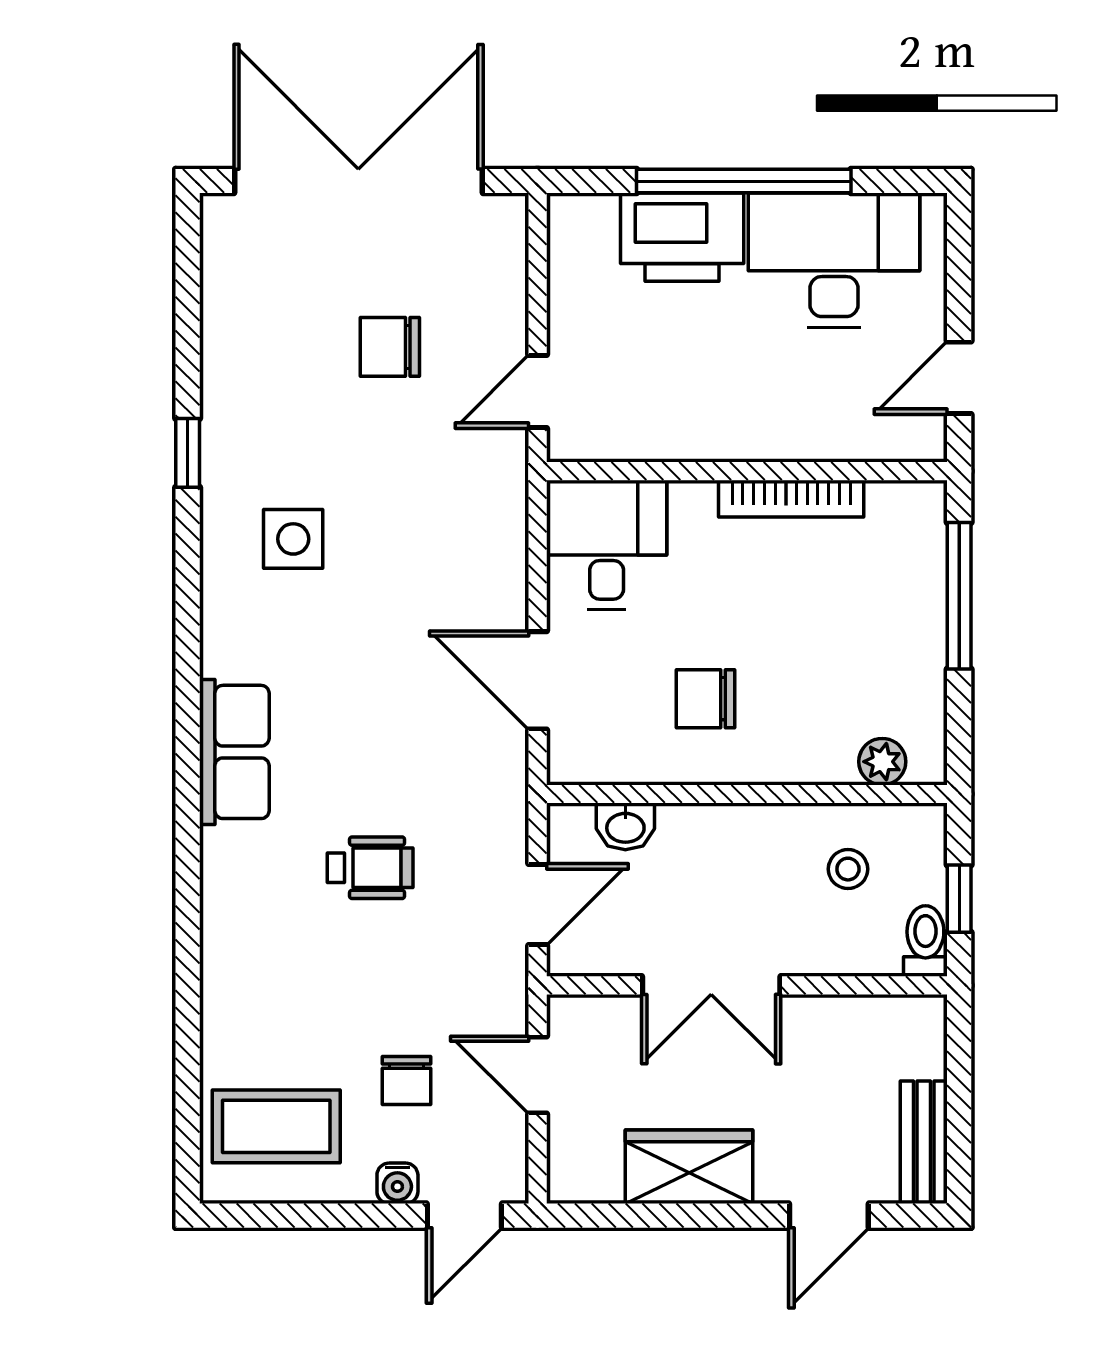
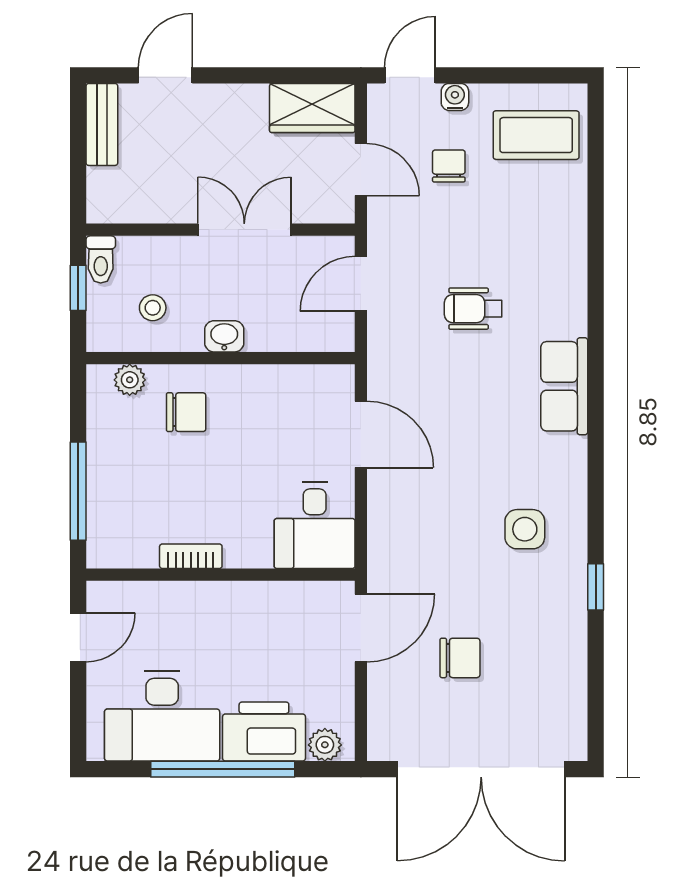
plant: (591, 217) -> (325, 745), added
door: (538, 392) -> (361, 628), width x1.38
bookcase: (791, 499) -> (191, 556), width x0.64
chair: (706, 699) -> (186, 412), moved
washbasin: (625, 826) -> (224, 336), moved
wardrobe: (689, 1167) -> (312, 108), moved

